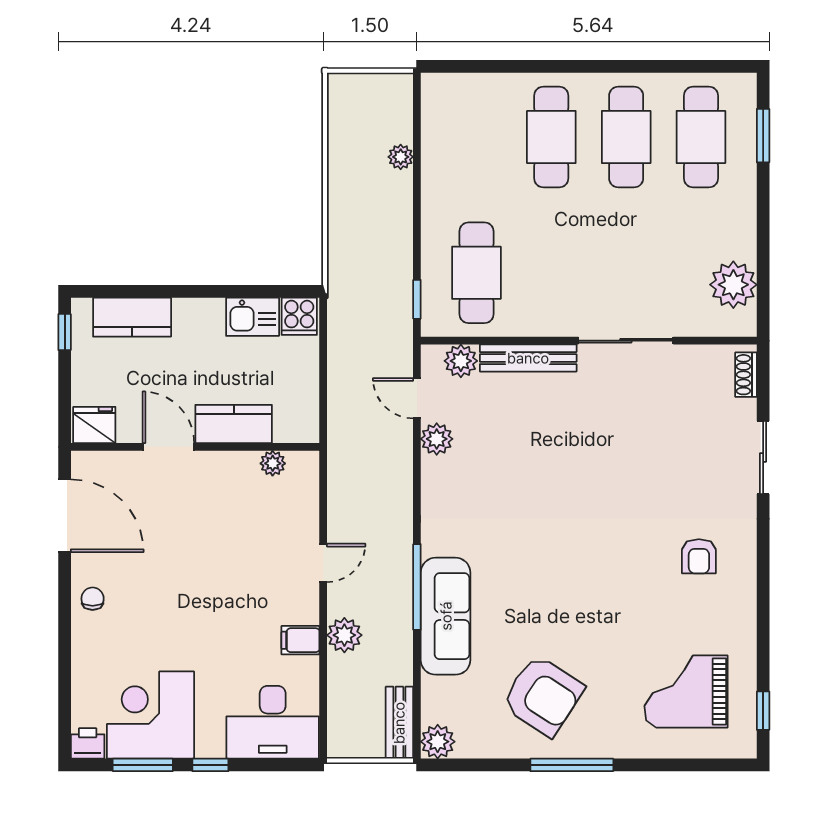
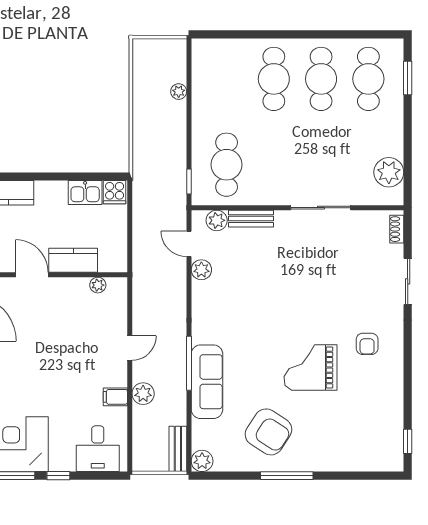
bench: (528, 358) -> (251, 219), width x0.73
grand piano: (686, 691) -> (310, 367), moved
desk: (273, 722) -> (98, 449), width x0.73

